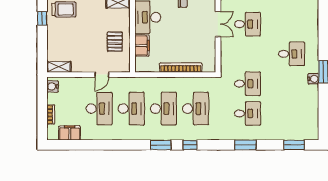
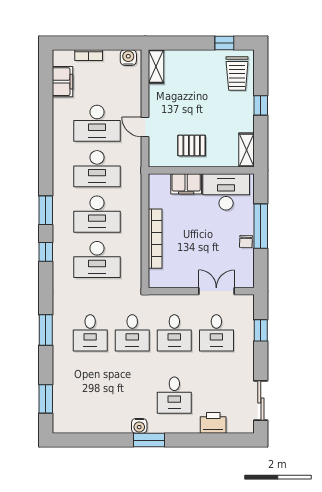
double door: (218, 24) -> (216, 291), swing flipped
printer: (311, 26) -> (213, 423), added
desk: (247, 54) -> (174, 333), added

